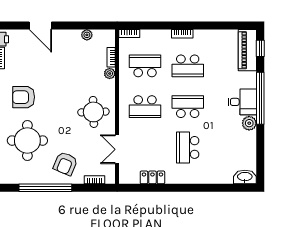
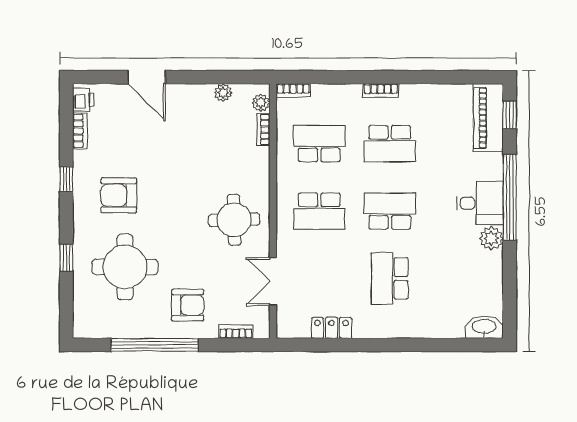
plant: (110, 74) -> (261, 103), moved
armchair: (65, 164) -> (188, 305), turned -113

